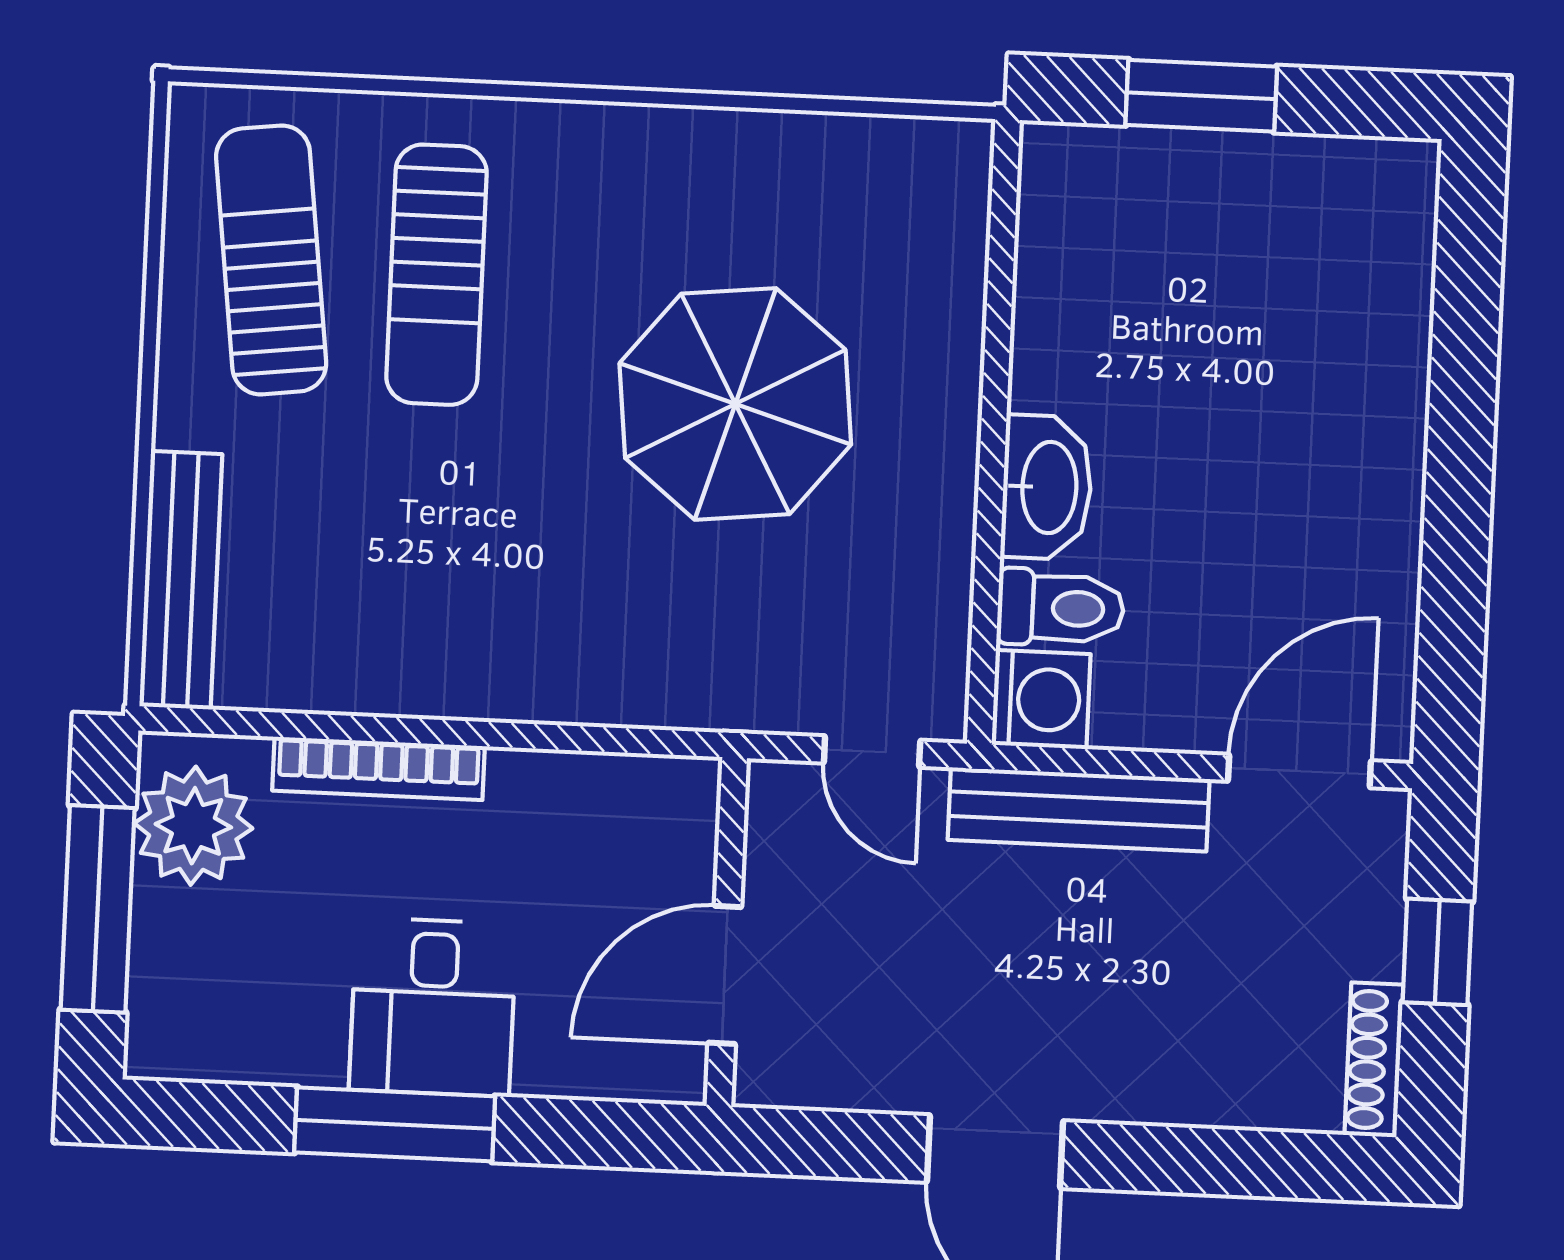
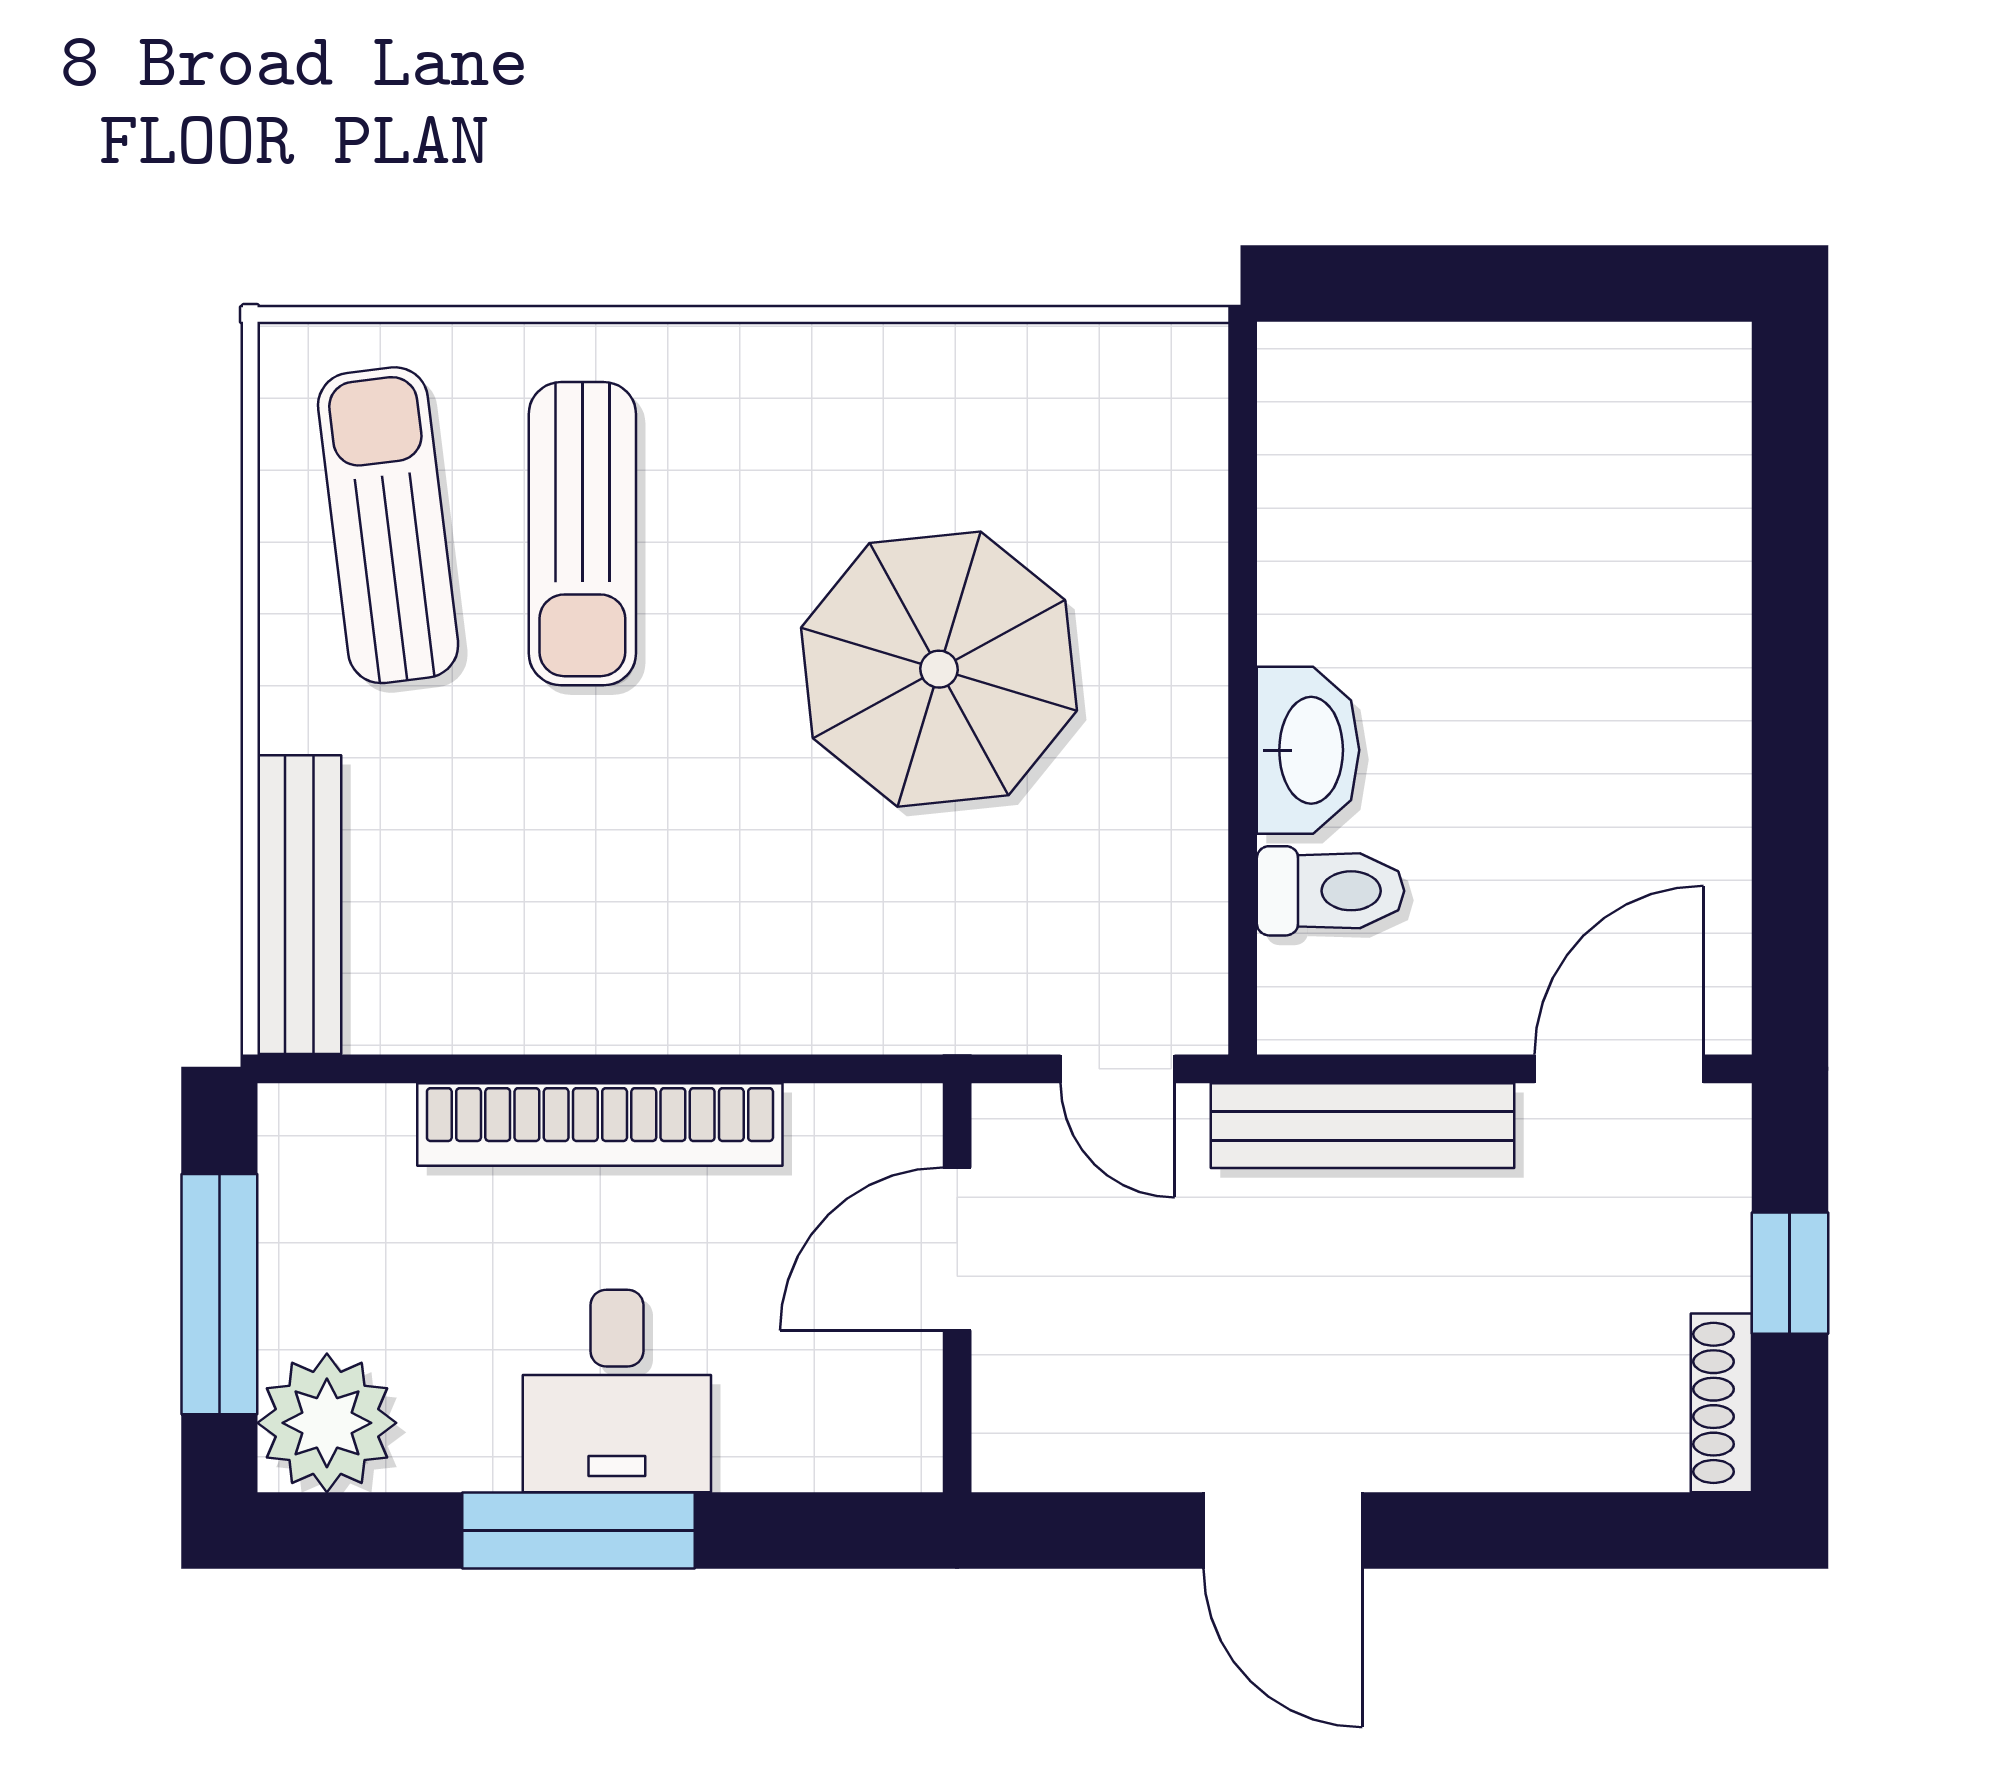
window: (1201, 96) -> (1468, 284), removed
washing machine: (1041, 700) -> (1313, 999), removed
bookcase: (379, 768) -> (600, 1125), width x1.48, depth x1.31
plant: (193, 826) -> (327, 1423), moved
door: (725, 975) -> (957, 1249), moved

